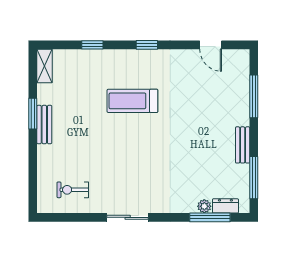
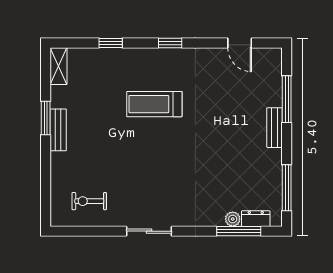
bench: (243, 145) -> (274, 128), moved

